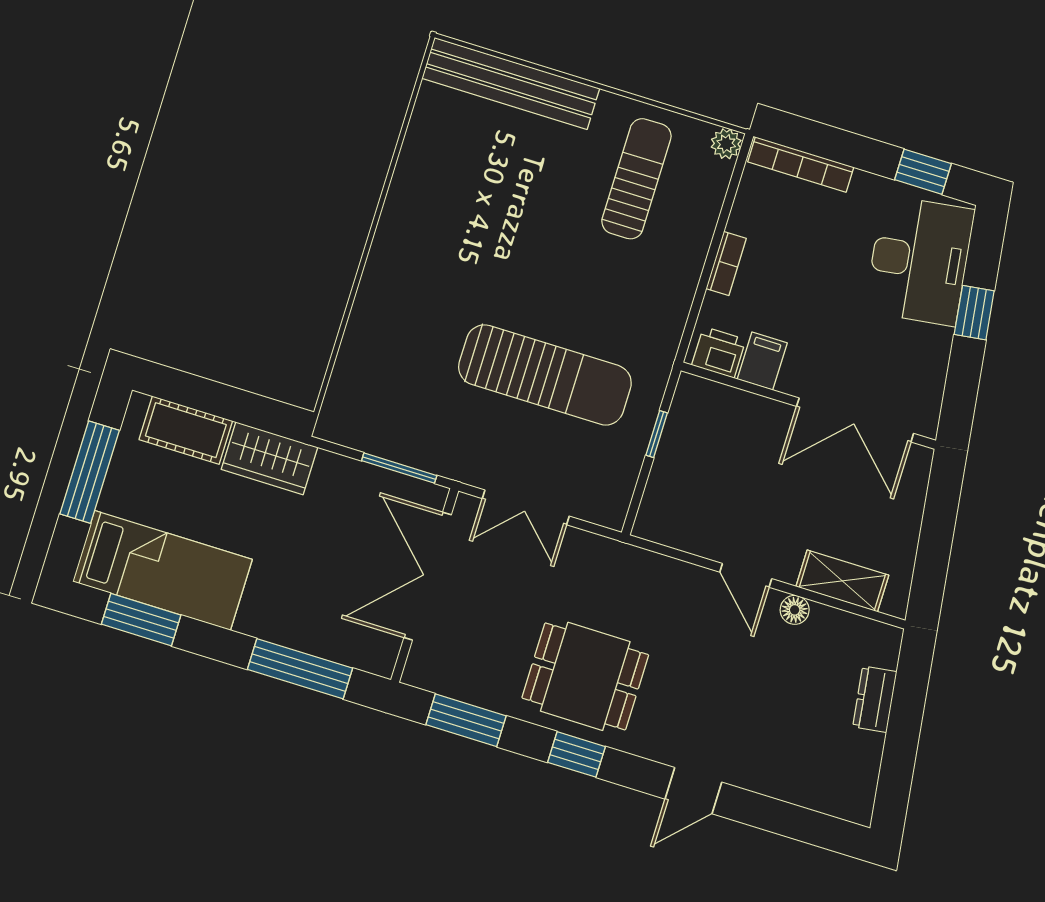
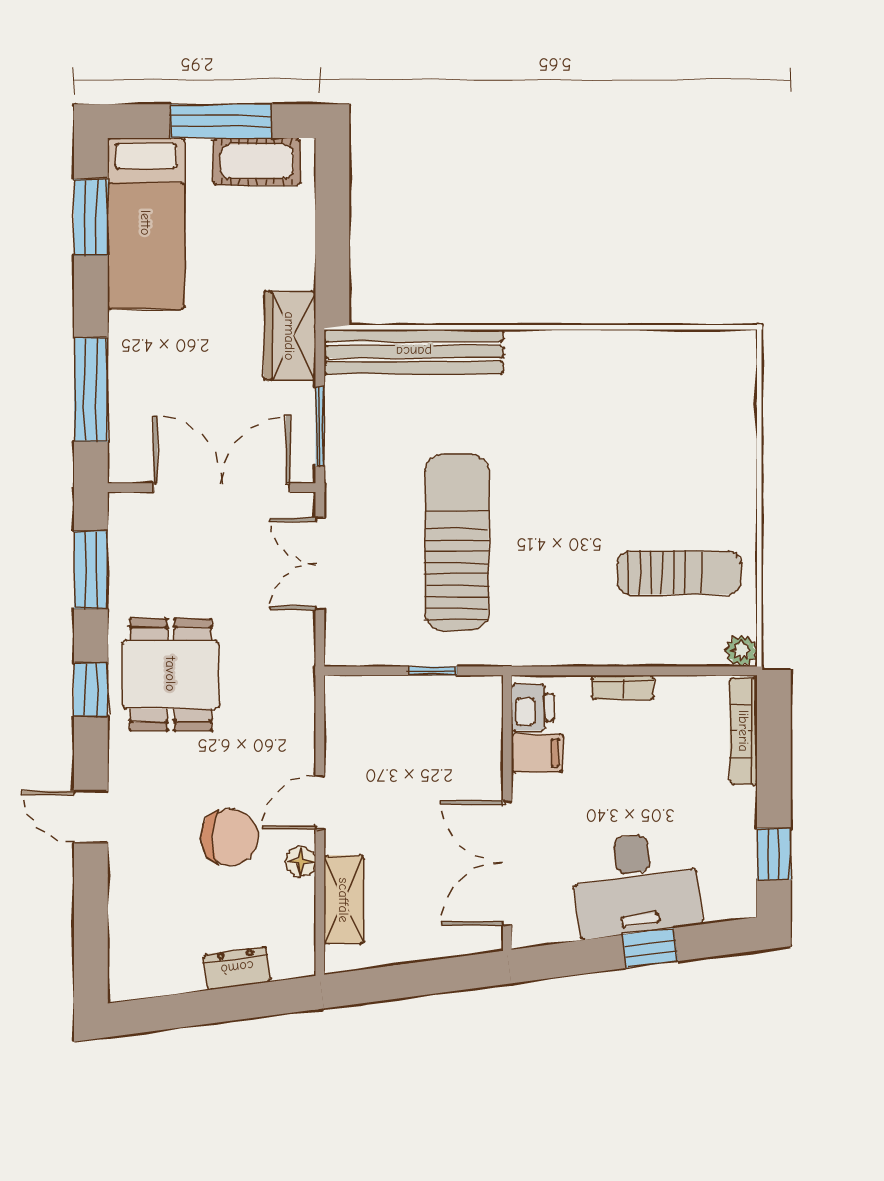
bench: (511, 83) -> (414, 352), moved, turned 90
desk: (919, 261) -> (636, 884), moved
sun lounger: (545, 375) -> (457, 542), turned 180
cot: (186, 430) -> (257, 161), moved, turned 90
wardrobe: (269, 458) -> (290, 336), moved
chair: (752, 668) -> (230, 837), added

